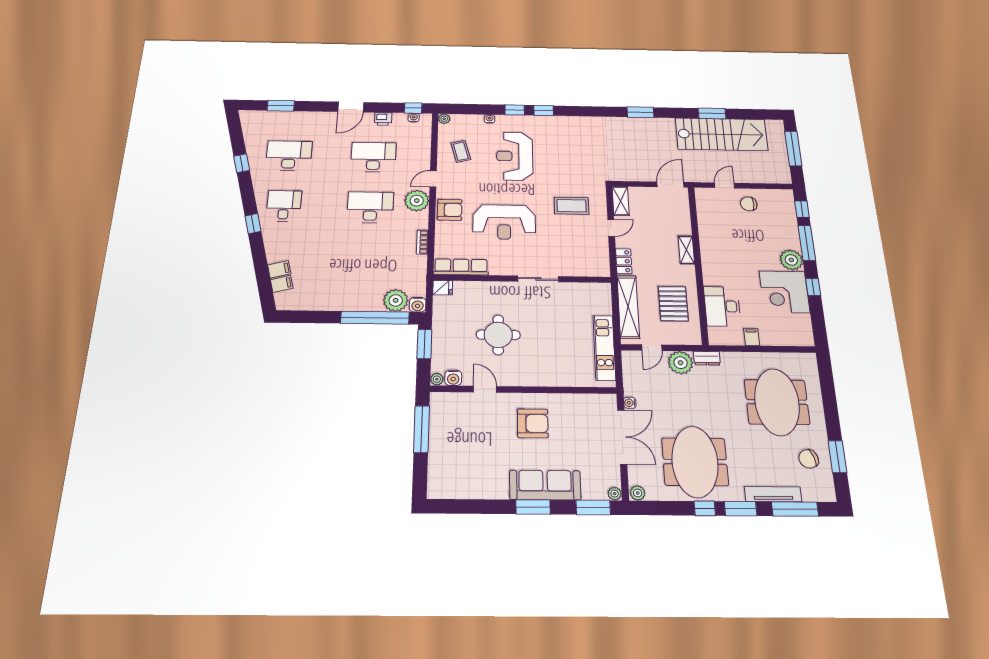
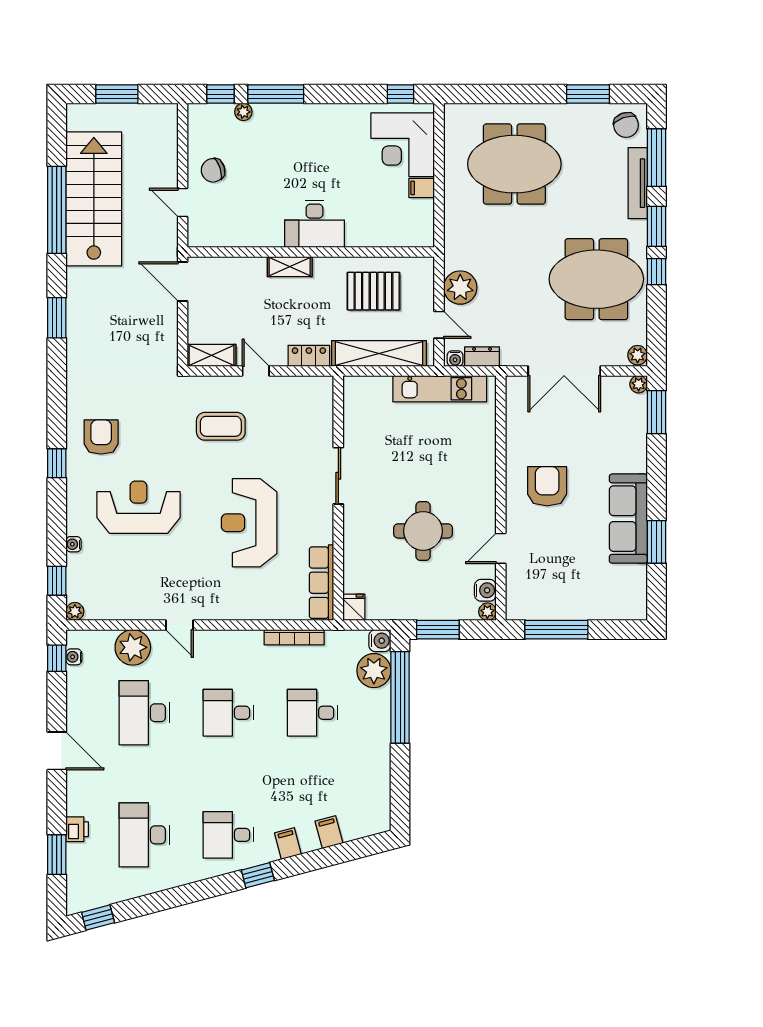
window: (515, 110) -> (57, 581), moved
window: (712, 113) -> (57, 210), width x2.11
printer: (383, 119) -> (77, 829), moved
window: (793, 149) -> (117, 94), width x0.69
coffee table: (461, 151) -> (132, 586), removed
reception desk: (515, 156) -> (138, 507), turned 180
window: (242, 163) -> (98, 918), moved
plant: (417, 201) -> (133, 647), moved
chair: (749, 204) -> (213, 170), turned 72
coffee table: (572, 206) -> (221, 426), turned 90
desk: (370, 207) -> (228, 713), width x0.73
armchair: (450, 210) -> (101, 437), moved
reception desk: (504, 222) -> (249, 523), turned 180
bookcase: (422, 242) -> (294, 637), width x1.56
desk: (367, 260) -> (313, 713), added
plant: (791, 260) -> (243, 112), moved, width x0.53, depth x0.53
filing cabinet: (282, 284) -> (288, 844), moved
window: (813, 287) -> (401, 94), moved
corner desk: (784, 292) -> (403, 145), moved, turned 90
desk: (722, 306) -> (315, 224), moved
dresser: (707, 358) -> (482, 357), moved, turned -90
water cooler: (630, 403) -> (455, 359), moved
double door: (622, 437) -> (564, 371), swing flipped
chair: (809, 459) -> (626, 125), moved
sofa: (545, 485) -> (628, 519), moved
window: (533, 507) -> (656, 542), moved

